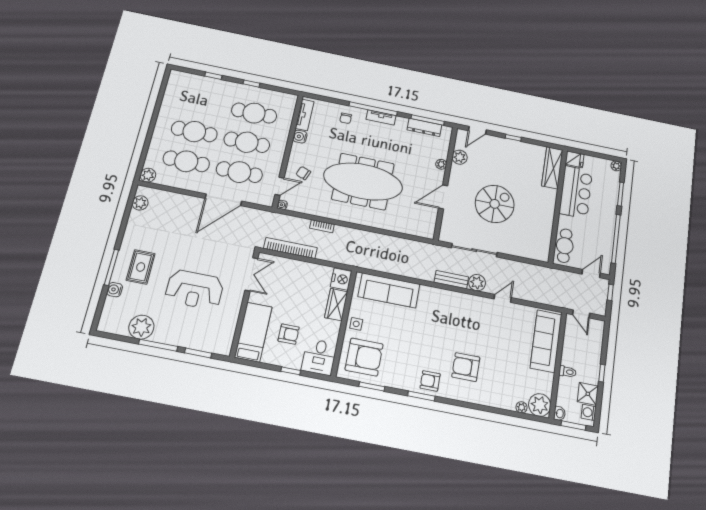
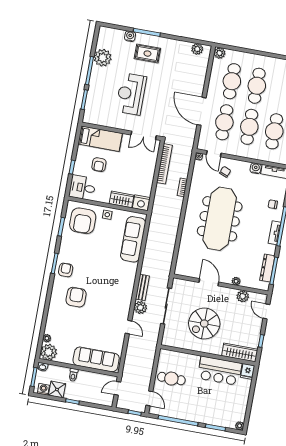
fridge: (574, 159) -> (248, 371), moved
wardrobe: (552, 168) -> (240, 353), moved
bar counter: (576, 192) -> (220, 371), moved
spiral stairs: (495, 204) -> (204, 324), turned 90
wall: (558, 206) -> (208, 355), moved

